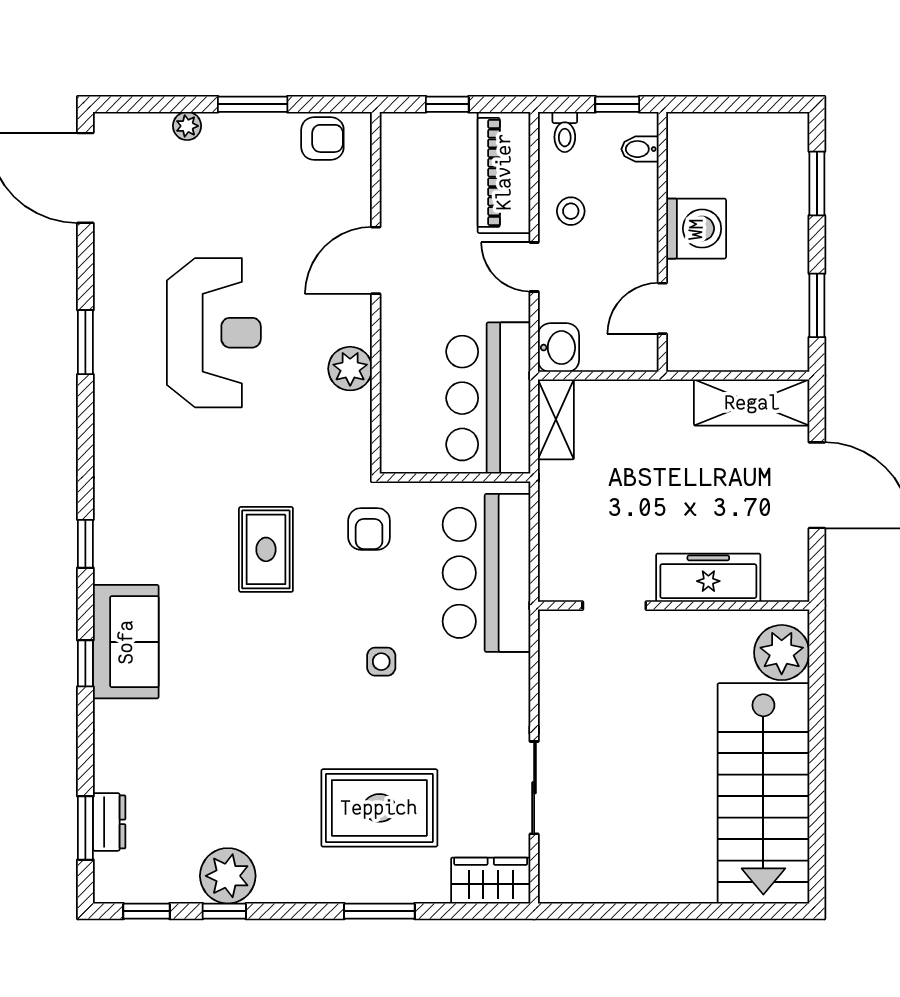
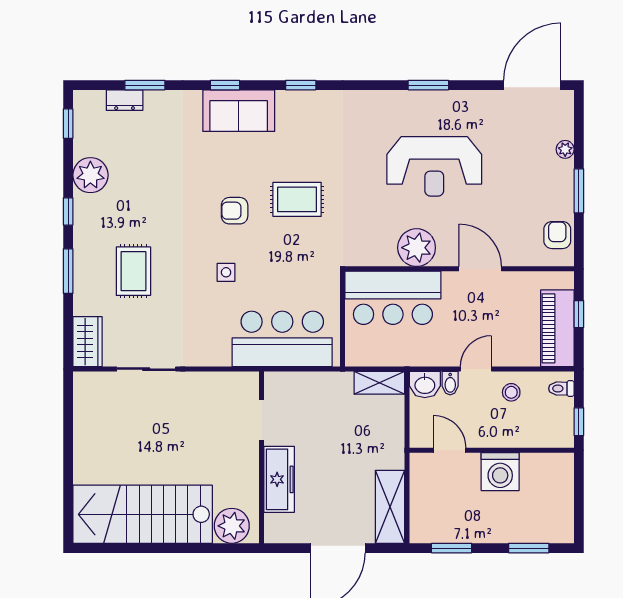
armchair: (322, 138) -> (557, 235), turned 180
bidet: (640, 149) -> (450, 383), moved, turned 180
piano: (504, 172) -> (557, 328), moved, turned -90
plant: (350, 369) -> (417, 248), width x1.36, depth x1.36
bar counter: (488, 398) -> (393, 298), moved, turned 180
armchair: (369, 529) -> (235, 211), moved
rug: (379, 808) -> (133, 271), width x0.73, depth x0.70
window: (85, 828) -> (145, 85), moved
window: (224, 911) -> (68, 211), moved

